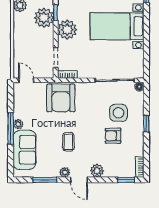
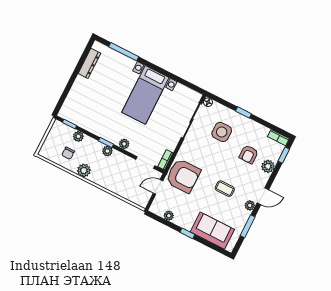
plant: (44, 18) -> (107, 151), width x0.53, depth x0.53
plant: (67, 30) -> (124, 144), width x0.53, depth x0.53
door: (26, 80) -> (158, 187), moved
plant: (18, 124) -> (169, 216), moved
window: (11, 128) -> (187, 233), width x0.46
armchair: (113, 136) -> (249, 154), moved
plant: (97, 171) -> (268, 166), moved

